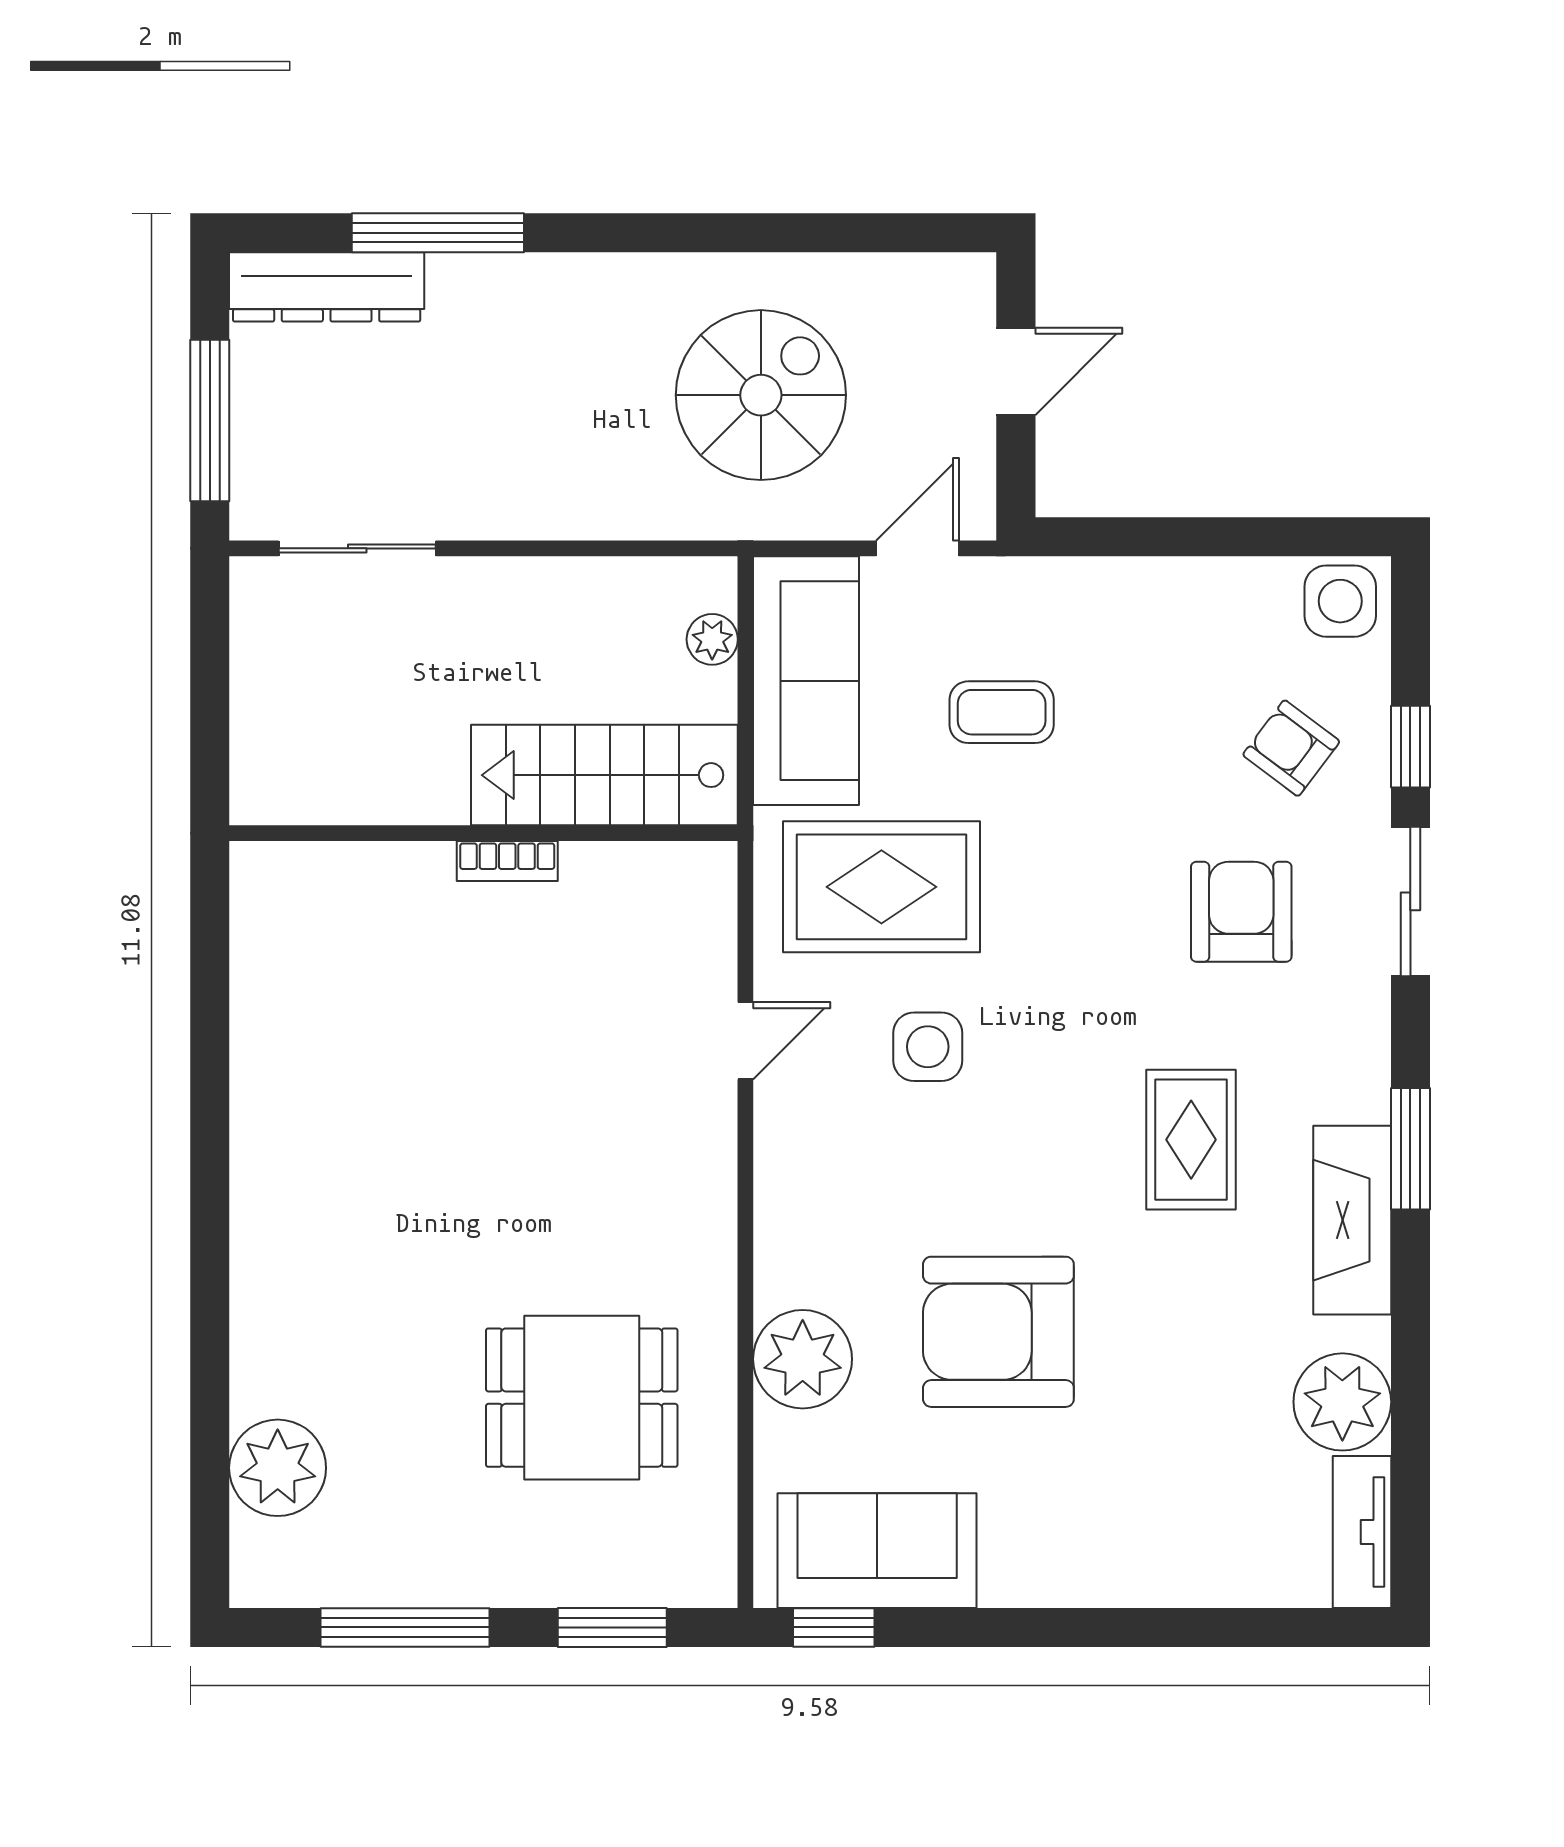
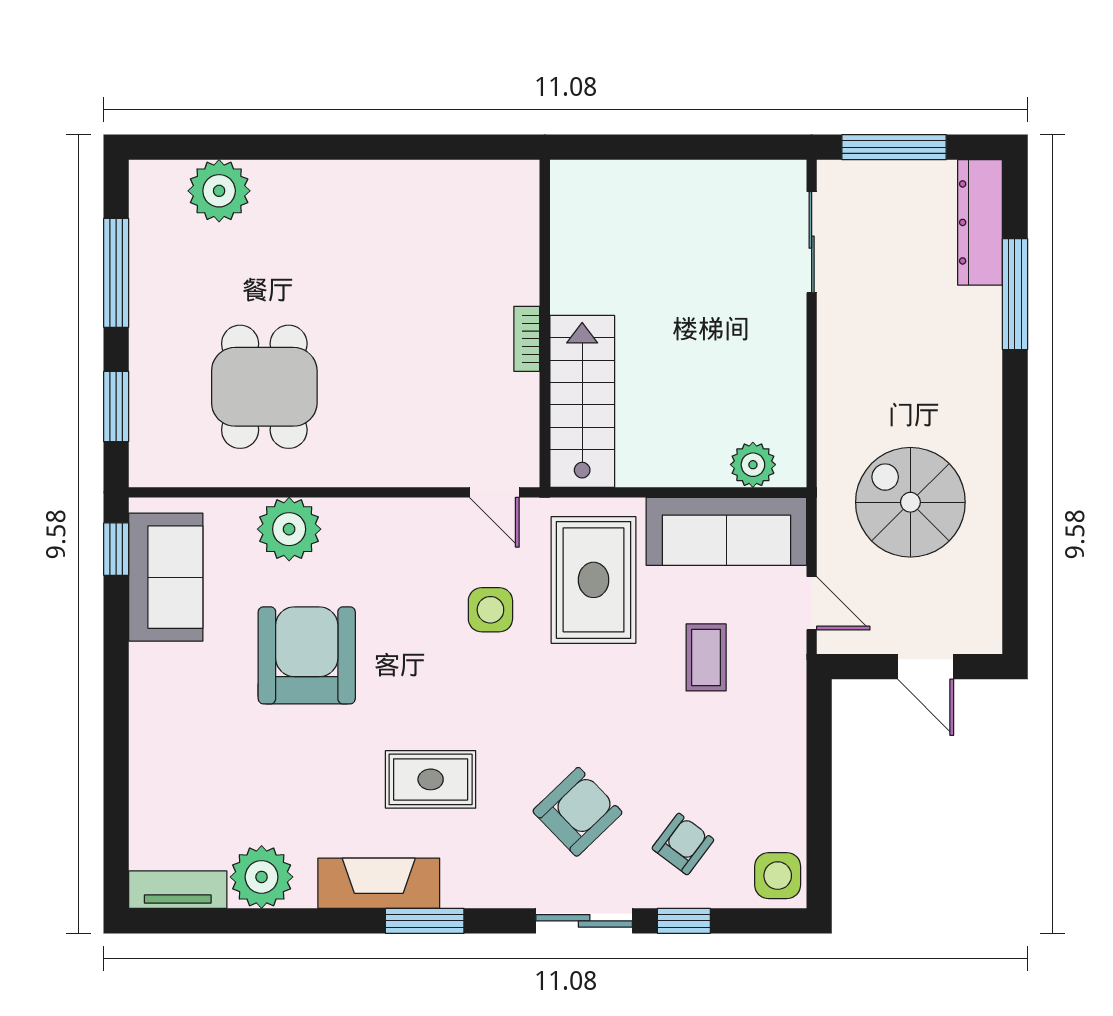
spiral stairs: (761, 395) -> (910, 502), turned 180
plant: (712, 639) -> (753, 465), width x1.38, depth x1.38
stairs: (604, 775) -> (582, 401), moved
wall: (483, 833) -> (545, 323), moved
bookcase: (507, 861) -> (527, 339), moved
armchair: (1241, 912) -> (577, 812), turned -44

